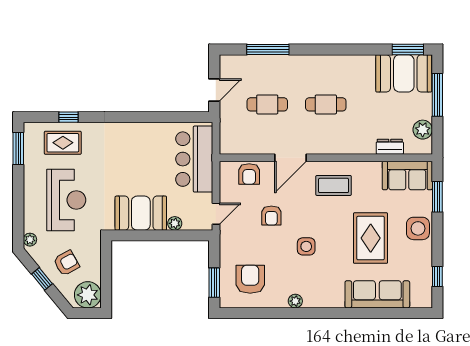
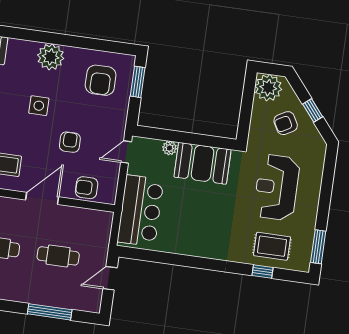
armchair: (249, 174) -> (87, 188), turned -90
plant: (30, 240) -> (319, 152), removed
plant: (295, 301) -> (51, 57), width x1.88, depth x1.88

